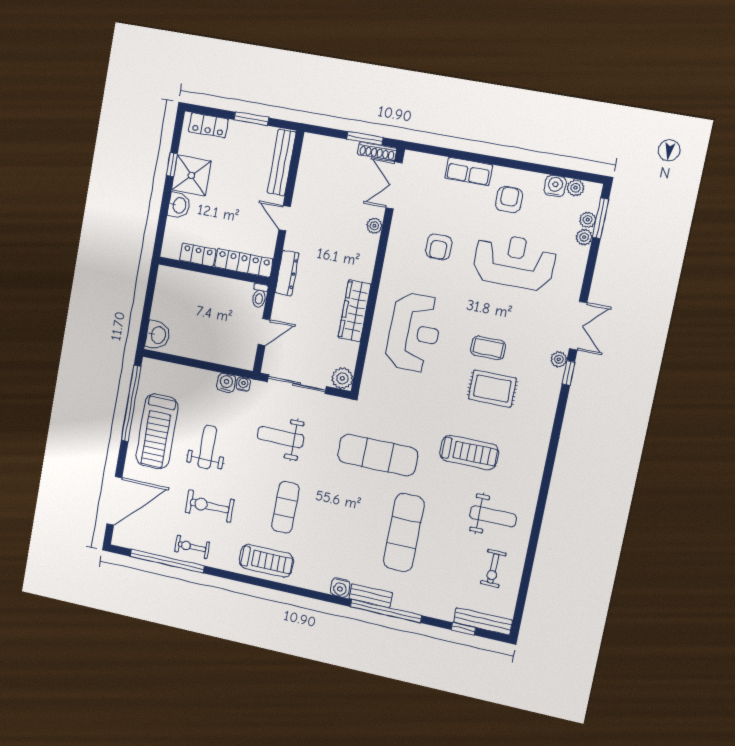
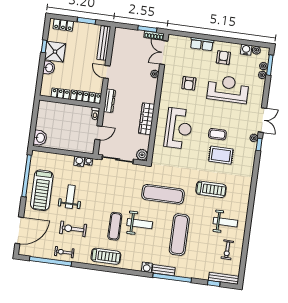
weight bench: (280, 437) -> (140, 224), moved, turned 180

